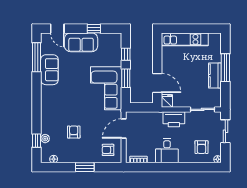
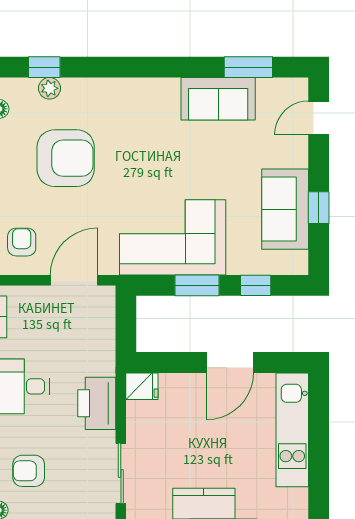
sofa: (81, 42) -> (285, 209), moved
window: (36, 57) -> (248, 67), width x0.69
door: (157, 83) -> (230, 362), moved
door: (124, 129) -> (74, 280), hinge flipped
armchair: (74, 132) -> (66, 158), width x1.88, depth x1.88

